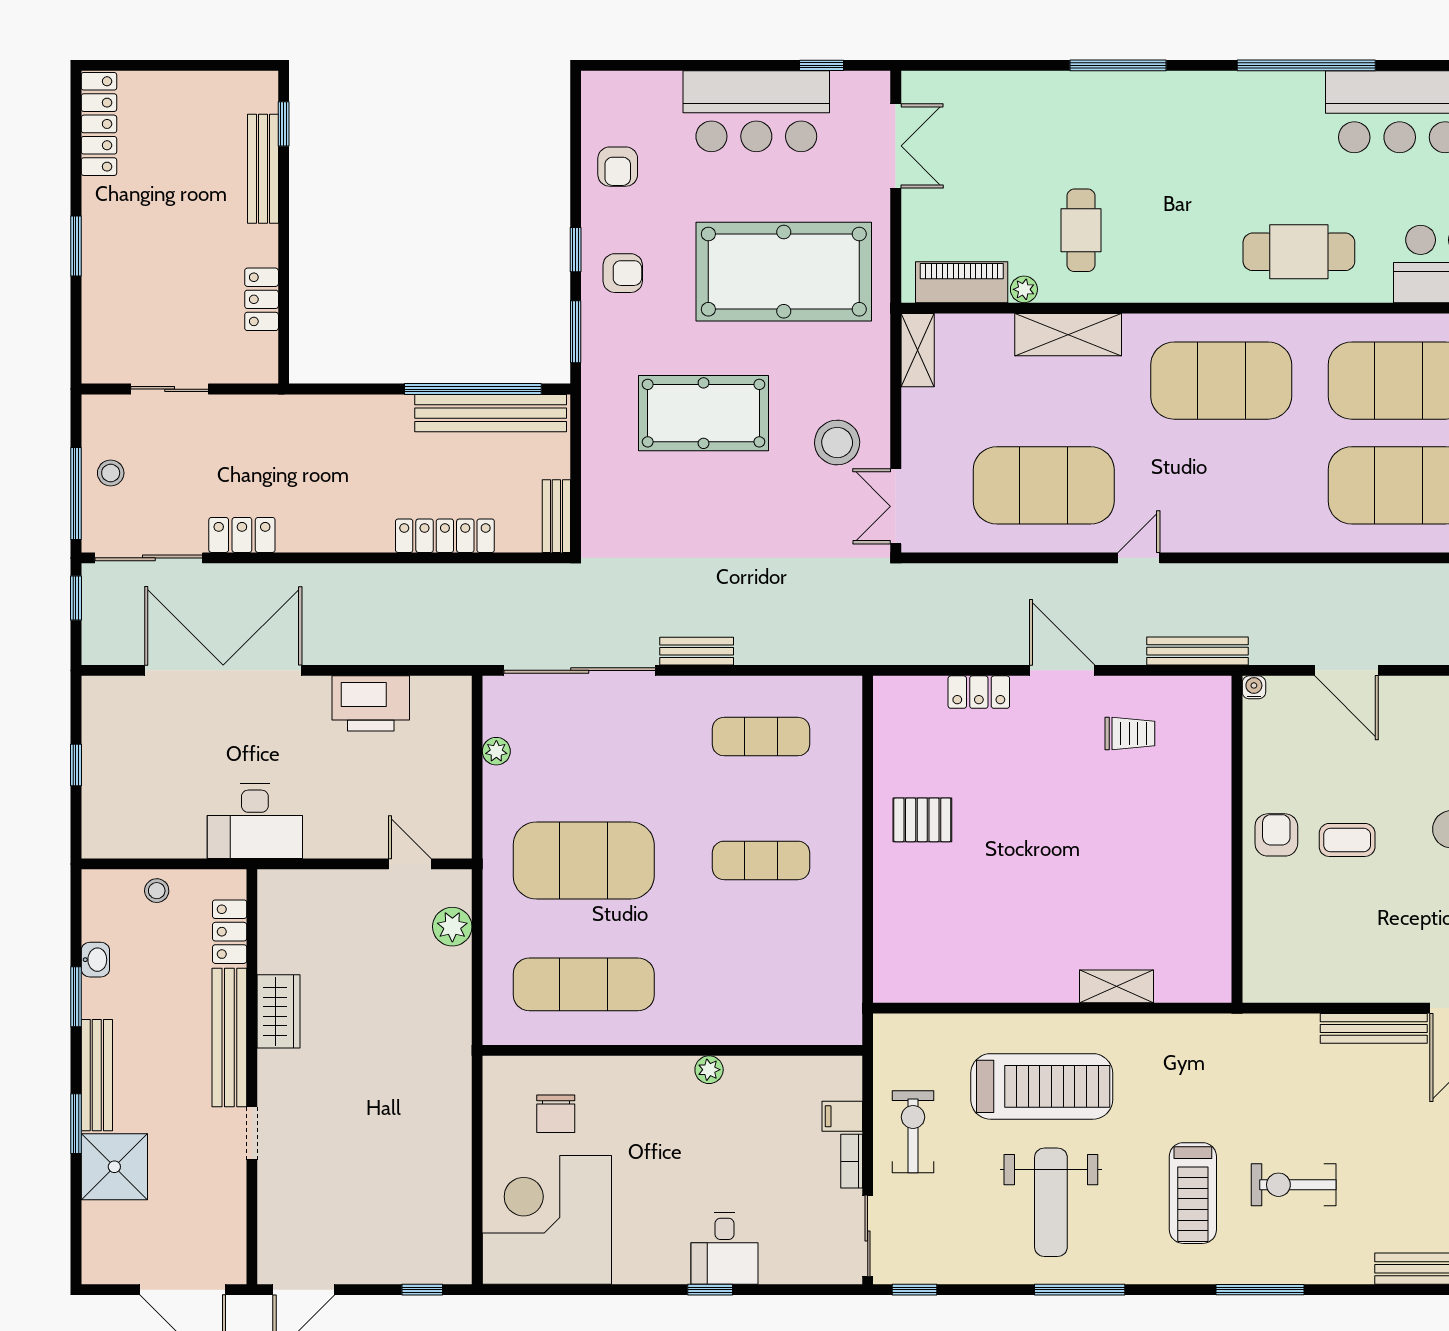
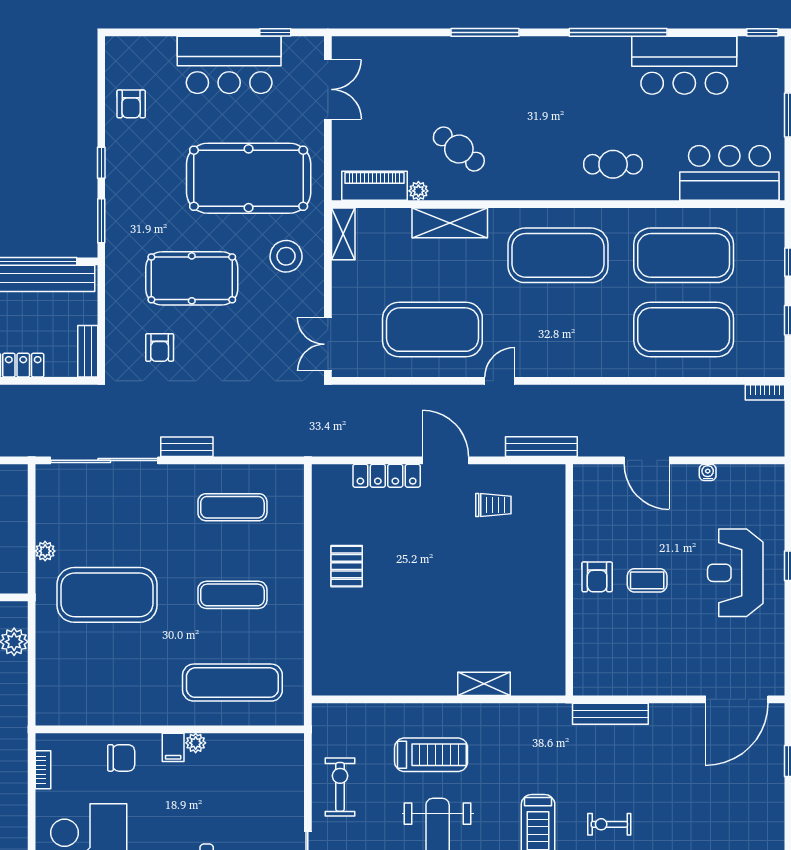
cafe table: (1081, 230) -> (459, 149), turned -52
cafe table: (1299, 252) -> (613, 164), width x0.73, depth x0.74
armchair: (623, 273) -> (160, 347), moved, turned 90
stool: (837, 443) -> (286, 256), moved
water cooler: (1254, 687) -> (708, 472), moved
locker: (979, 692) -> (387, 476), width x1.53
plant: (496, 751) -> (45, 551), moved
pallet: (922, 820) -> (347, 566), turned 90
armchair: (1276, 835) -> (597, 577), turned 180
exercise mat: (584, 984) -> (232, 683), moved
bench: (1374, 1028) -> (610, 714), moved
treadmill: (1042, 1086) -> (431, 755), width x0.73, depth x0.73
chair: (556, 1114) -> (121, 758), moved, turned -90
filing cabinet: (842, 1116) -> (173, 747), moved, turned -90
bookcase: (852, 1161) -> (43, 770), moved, turned 180
exercise bike: (1294, 1185) -> (609, 824), width x0.73, depth x0.72

